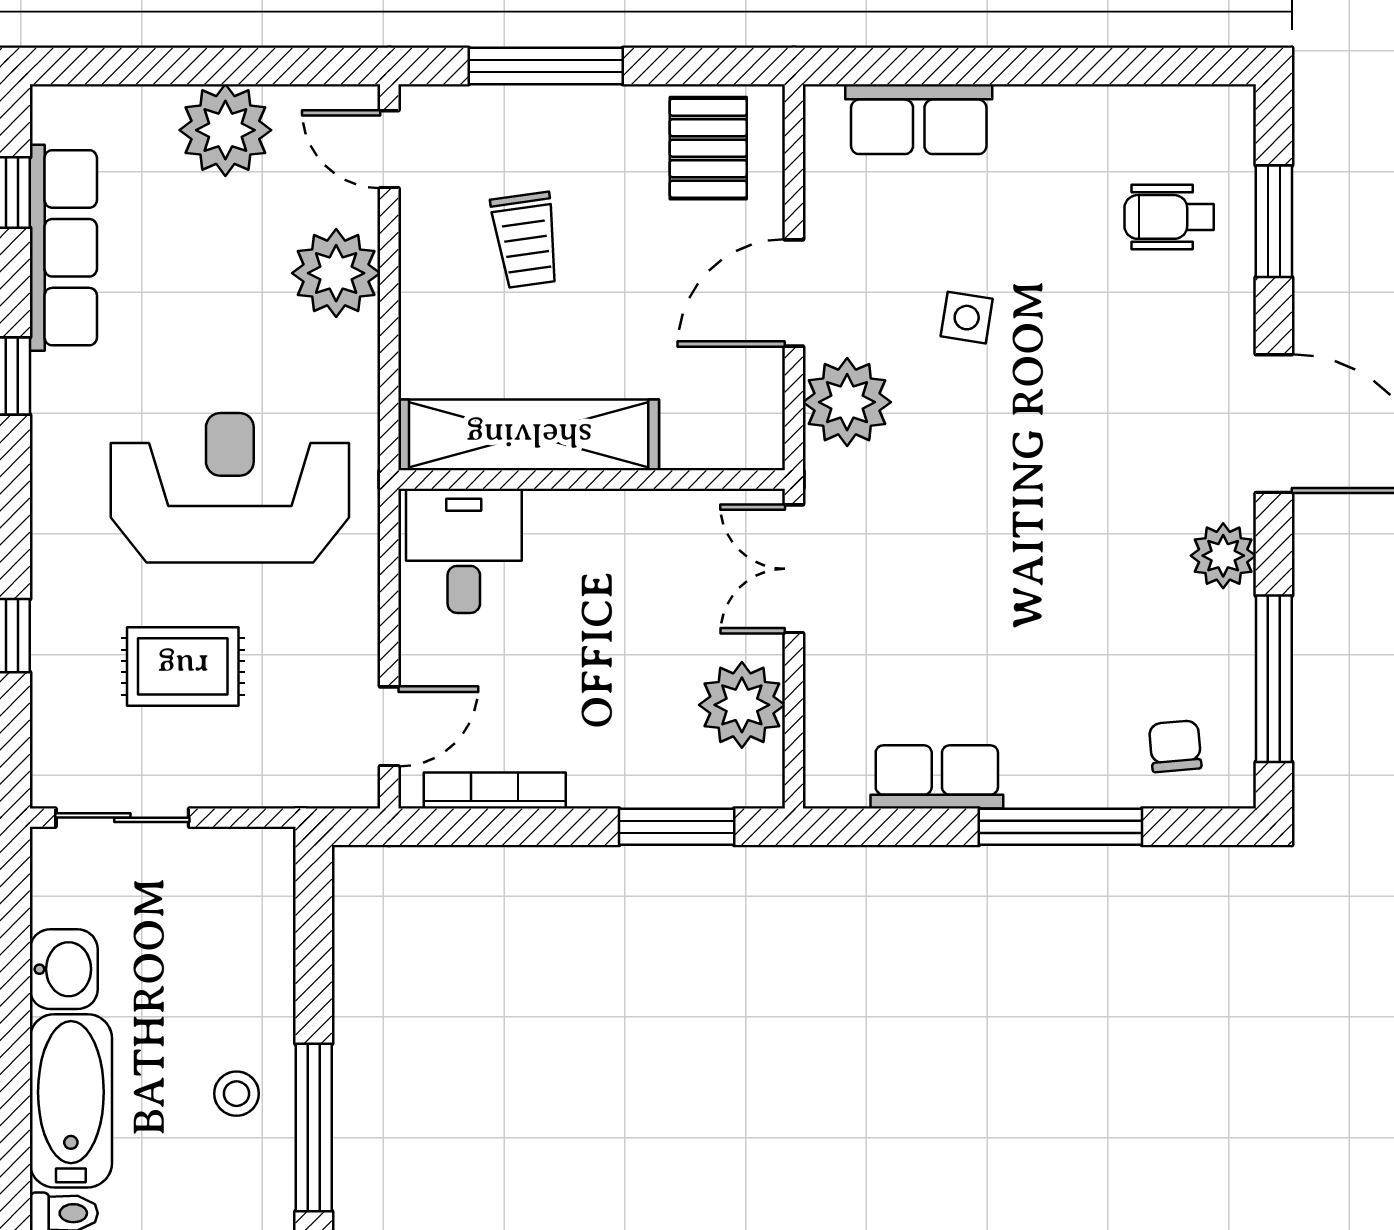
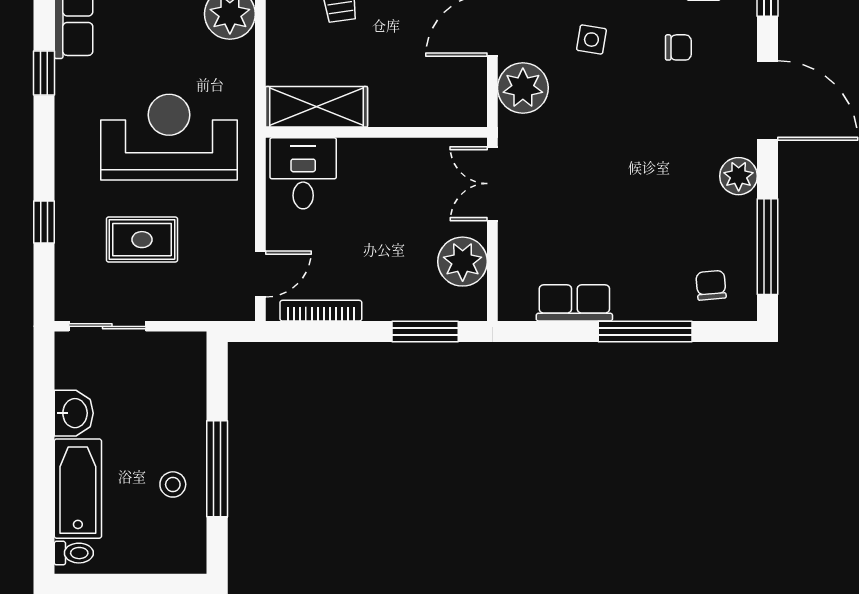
chair: (1118, 331) -> (678, 47), added
shelving: (529, 435) -> (317, 107), width x0.68
window: (314, 1127) -> (217, 469), moved

